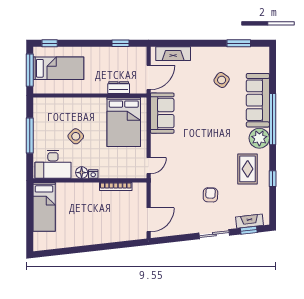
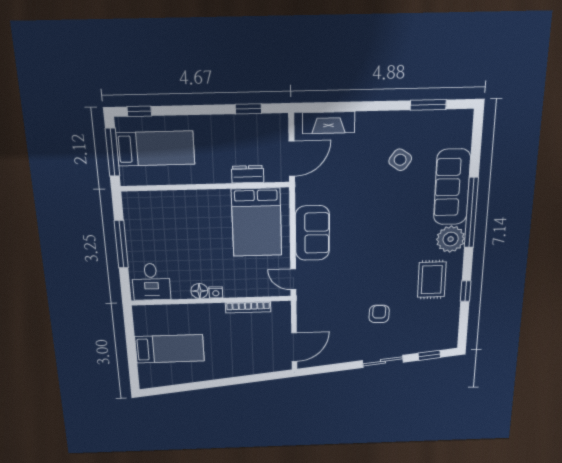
sofa: (162, 113) -> (312, 233), moved
side table: (76, 136) -> (188, 244), removed
desk: (53, 164) -> (151, 282), width x0.73
door: (149, 166) -> (293, 279), swing flipped
bed: (44, 207) -> (170, 349), moved, turned -90
fireplace: (250, 221) -> (431, 344), removed

